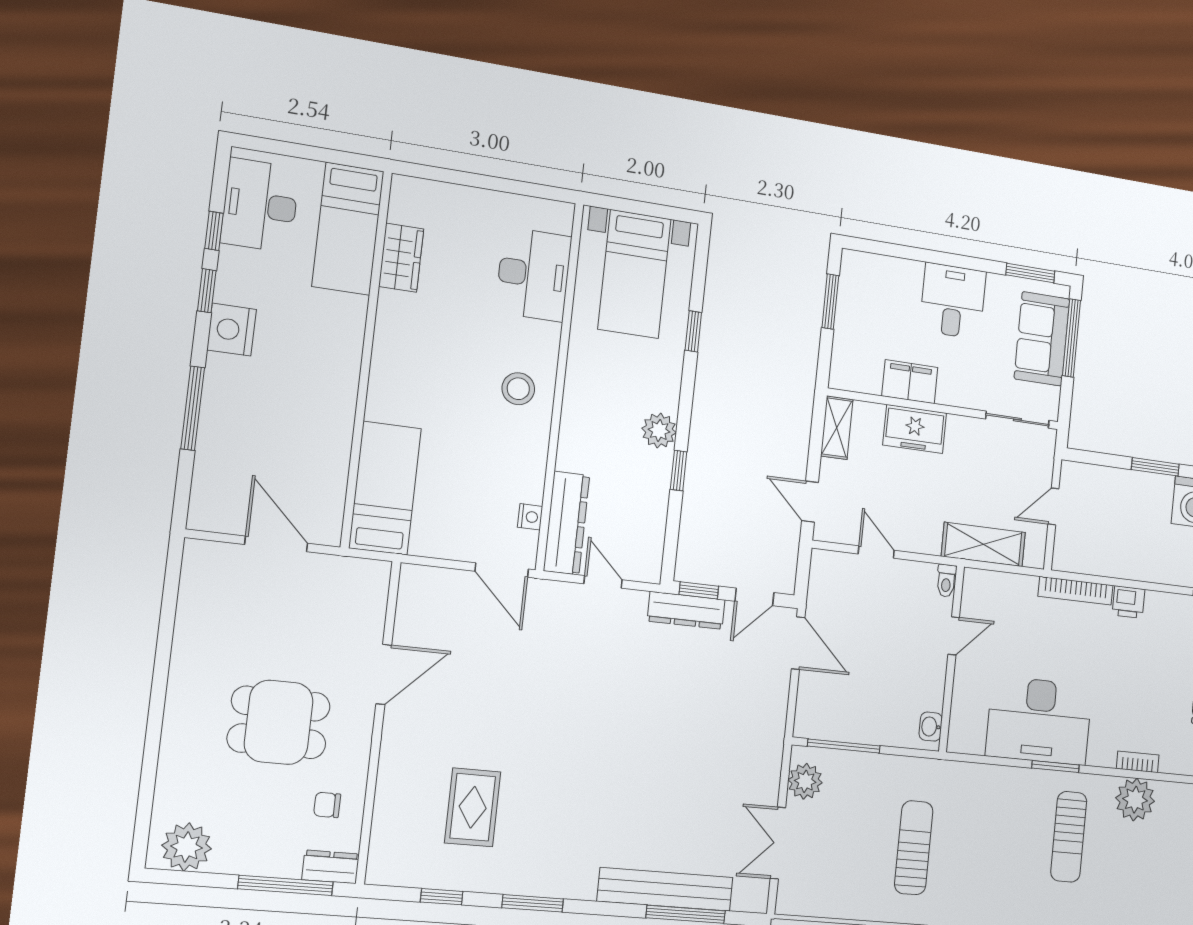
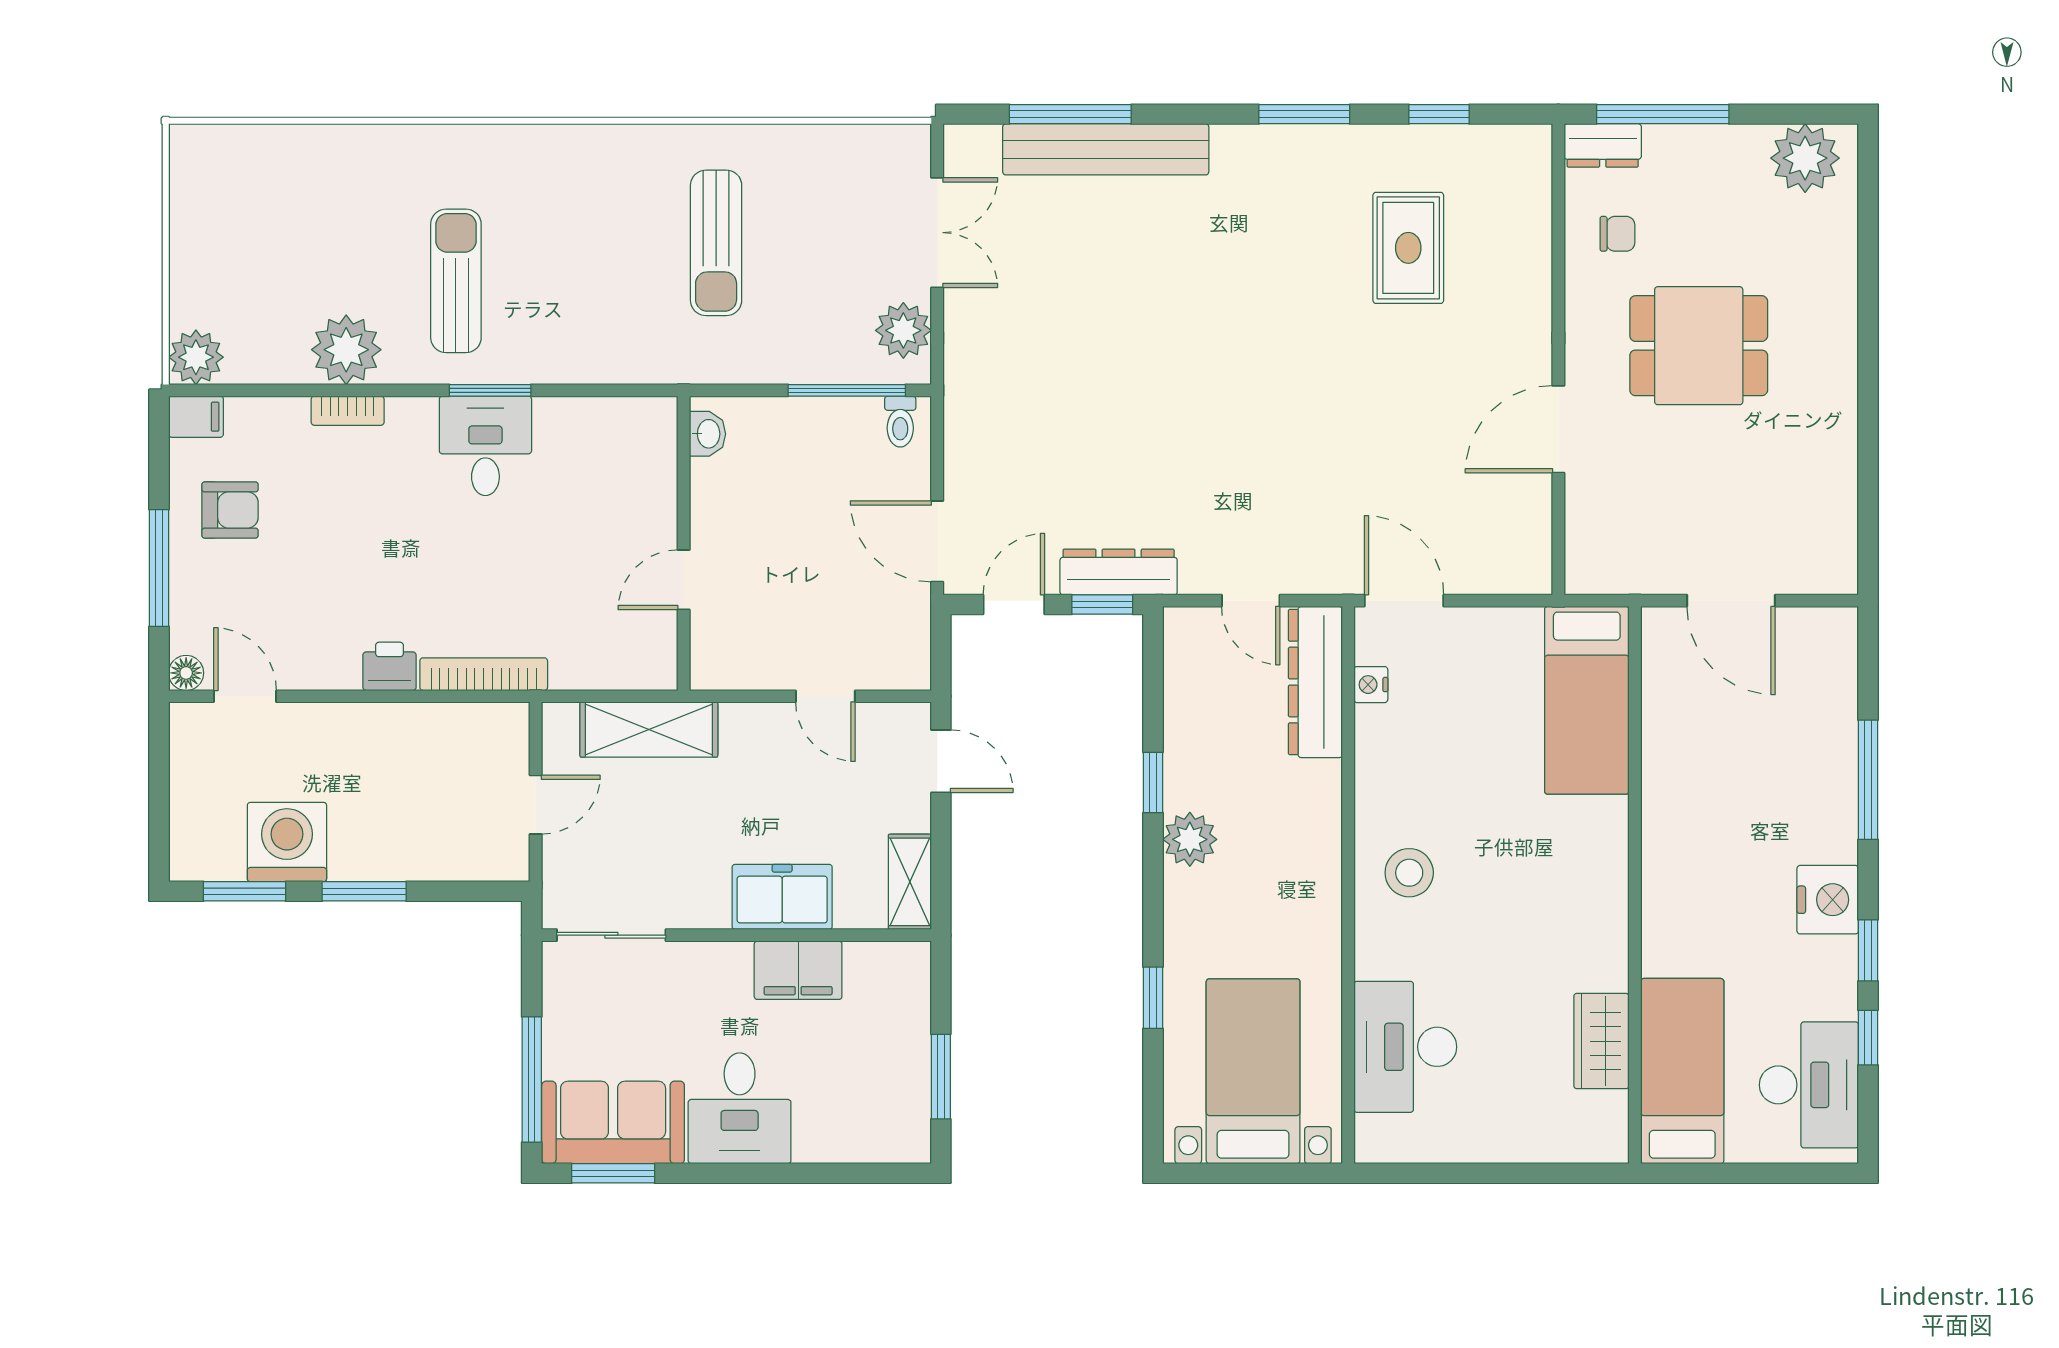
sofa: (1042, 339) -> (613, 1122), moved, turned -90
toilet: (946, 581) -> (900, 422), moved, turned 180
desk: (1039, 721) -> (485, 446), width x0.53, depth x0.77

